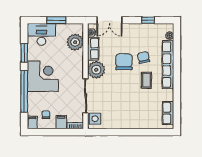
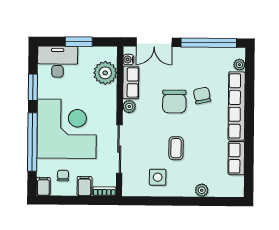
window: (148, 20) -> (209, 43), width x3.17
chair: (124, 62) -> (174, 101), turned 180
plant: (96, 70) -> (129, 107), width x0.53, depth x0.53
corner desk: (43, 76) -> (67, 129), width x1.36, depth x1.36
coffee table: (146, 80) -> (176, 148), moved
row of seats: (168, 113) -> (236, 158), moved
side table: (95, 119) -> (158, 177), moved
plant: (144, 124) -> (202, 190), added

